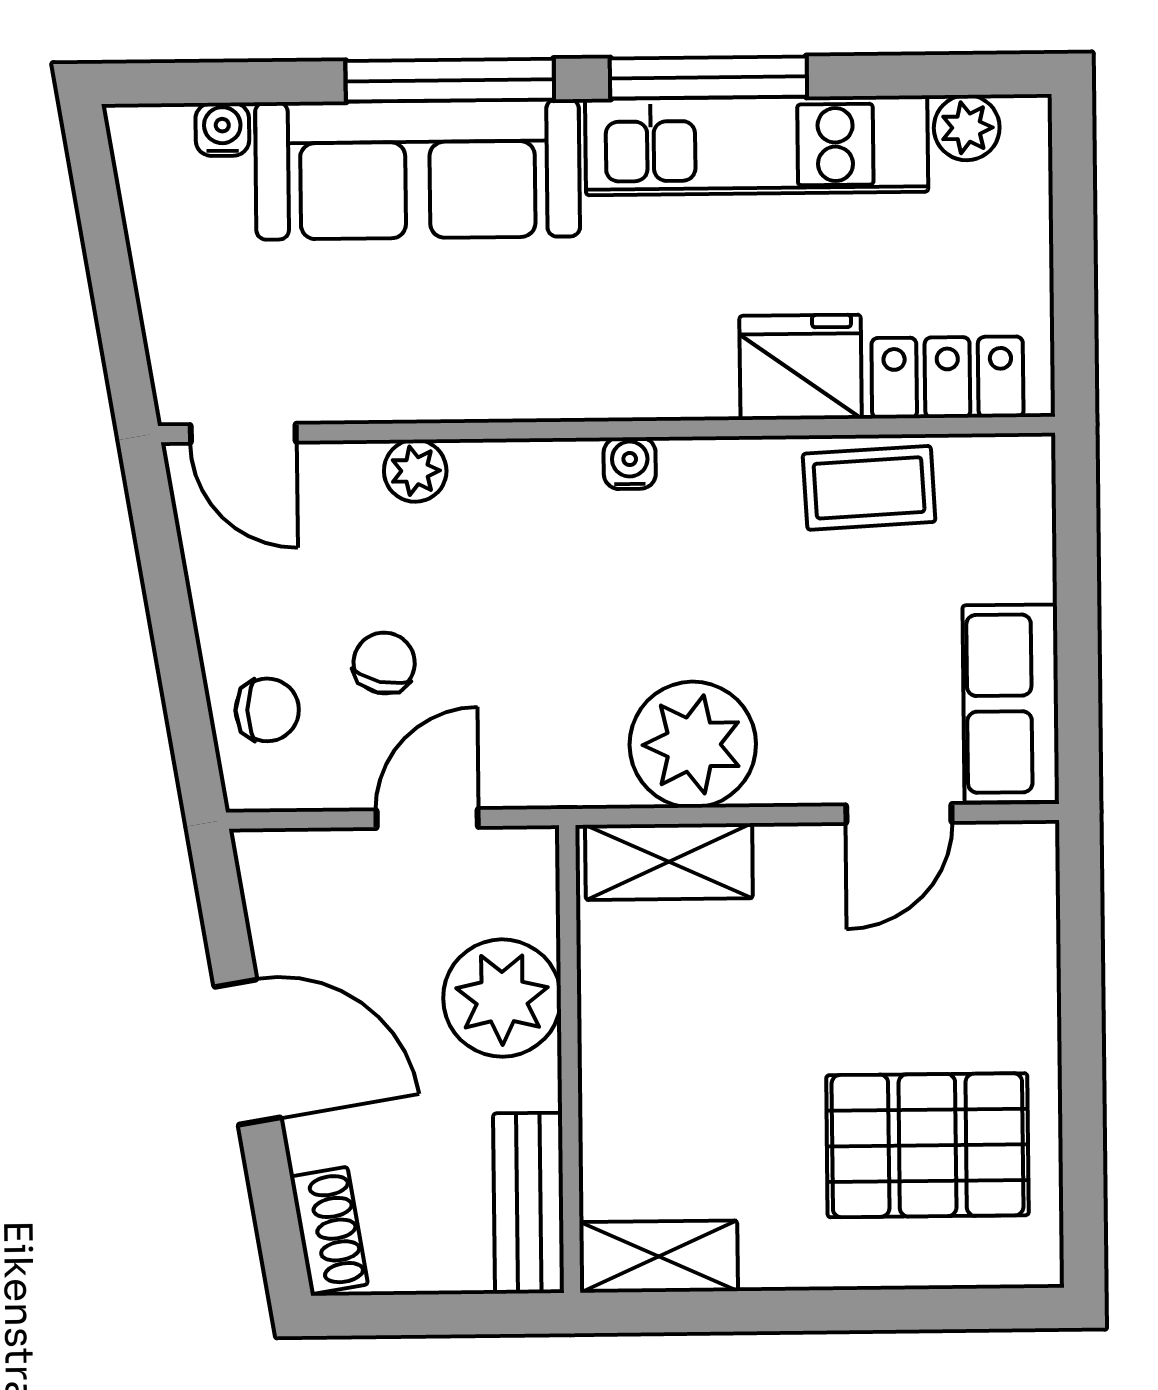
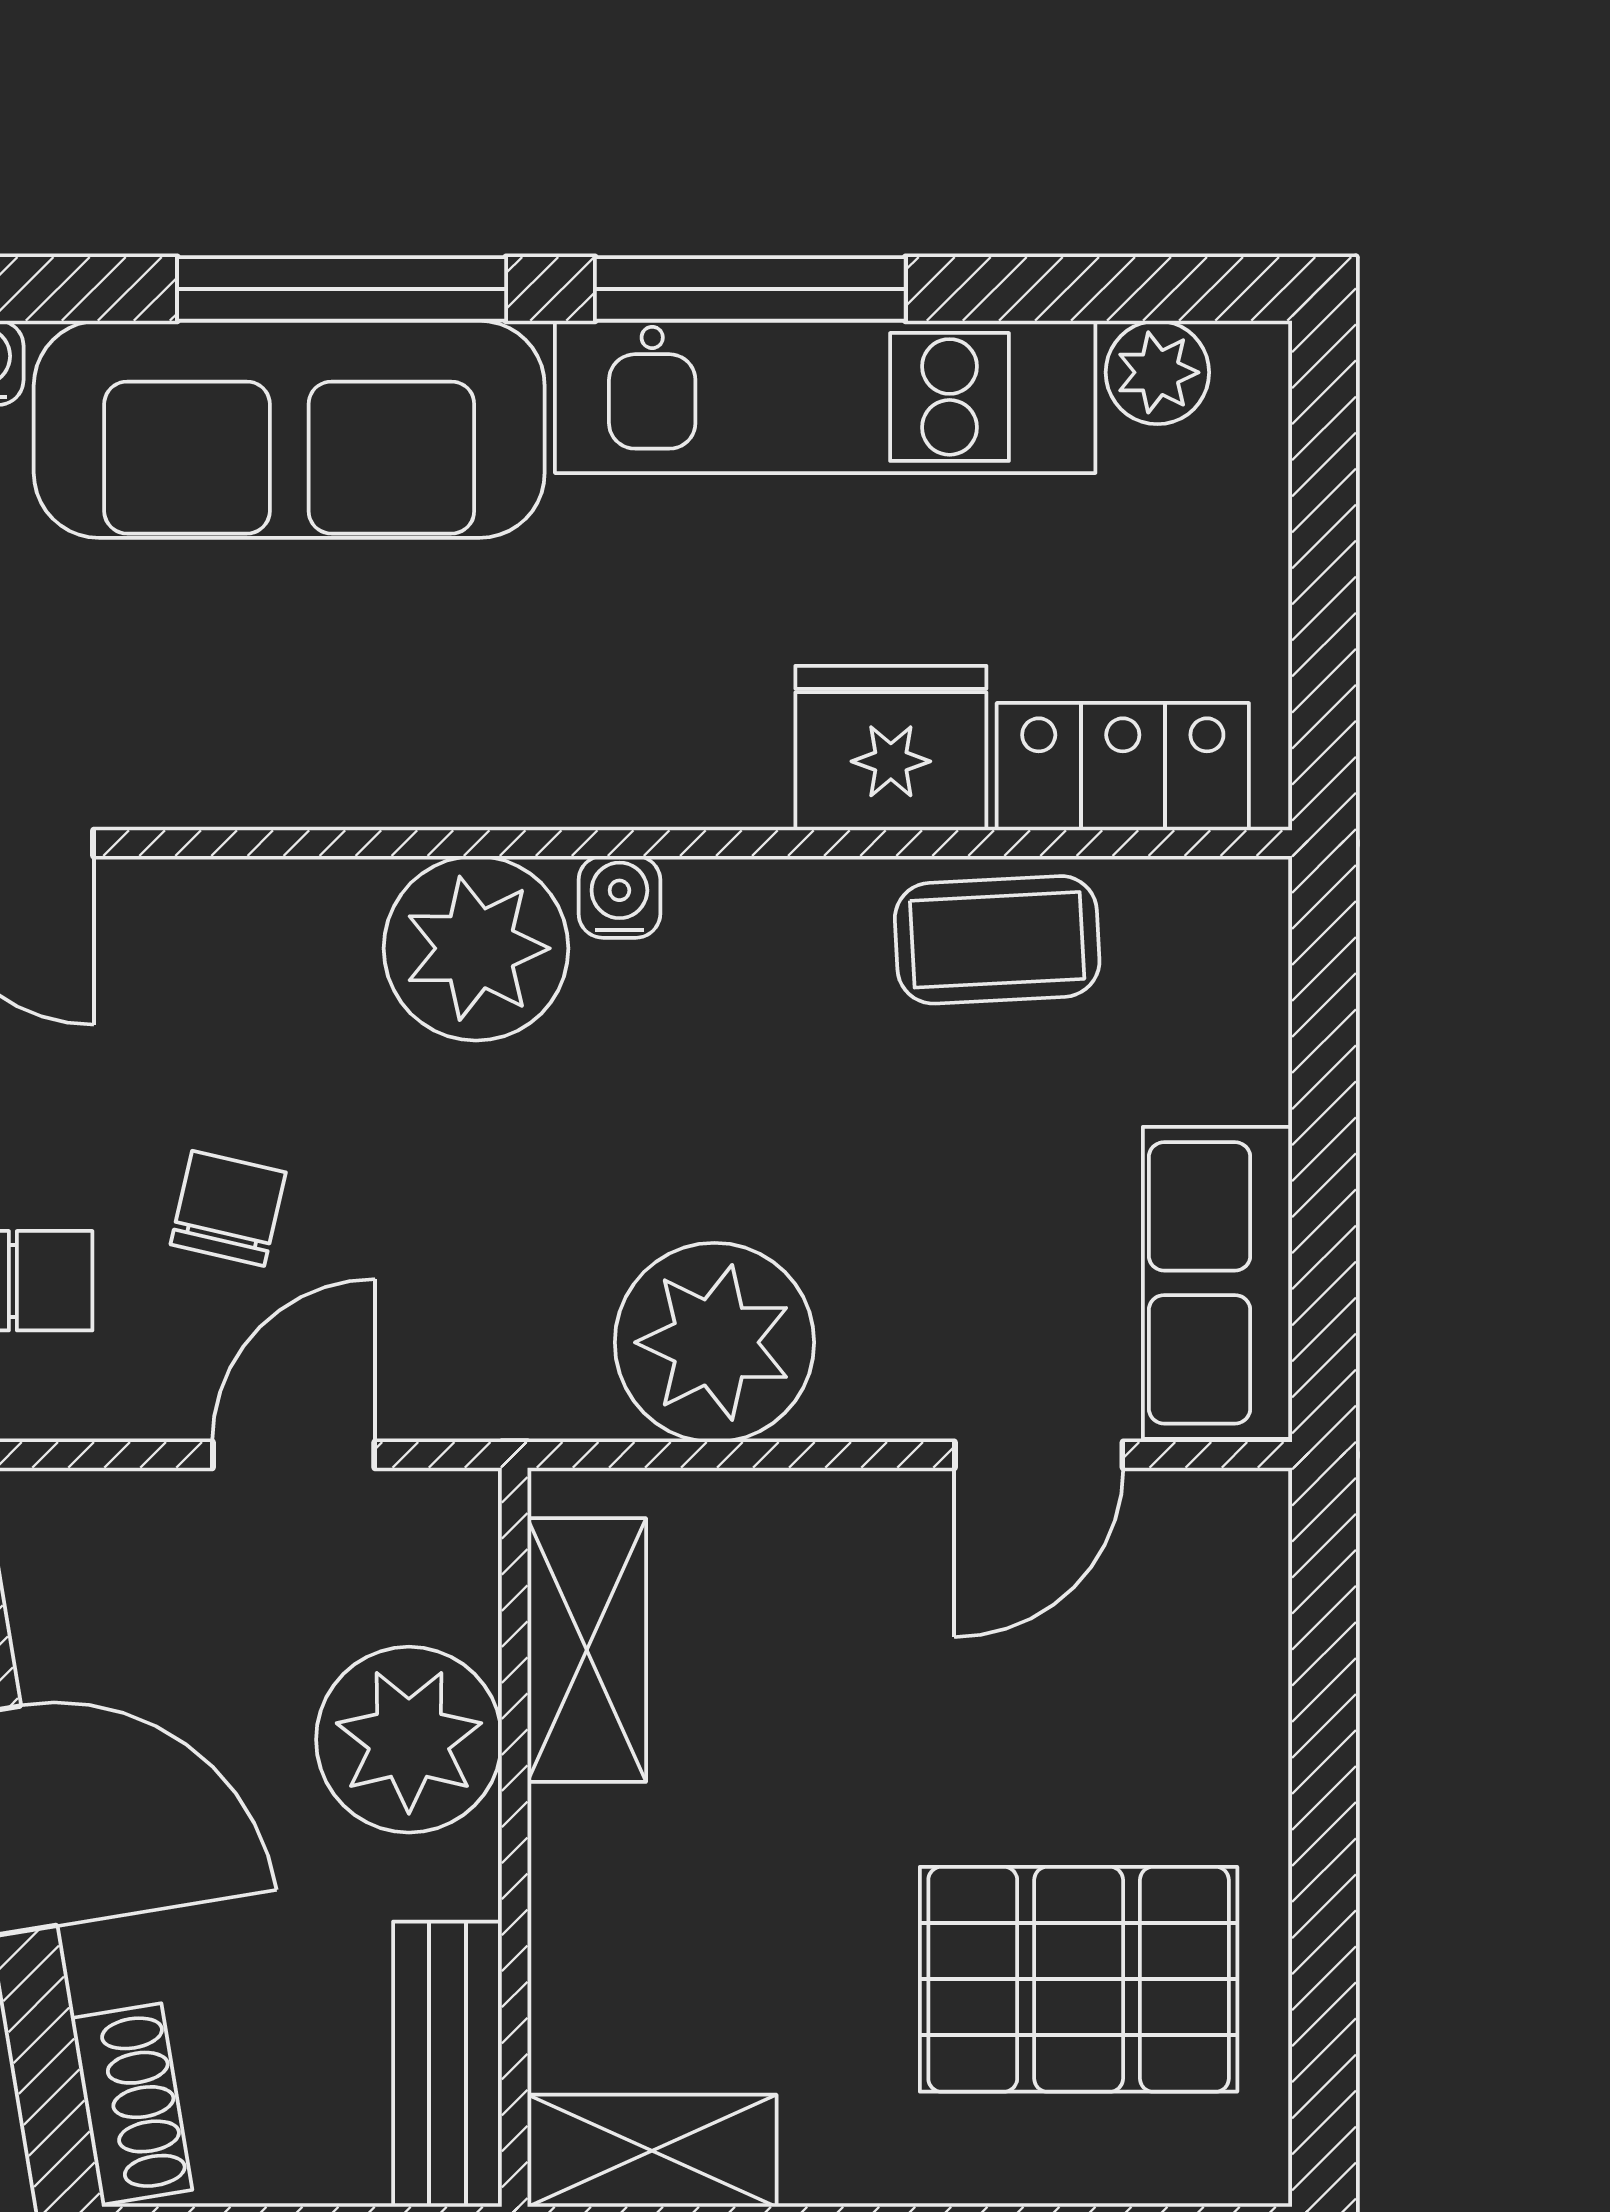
plant: (415, 471) -> (476, 948), moved, width x1.88, depth x1.88
shelving: (669, 862) -> (587, 1650), moved, turned 90

